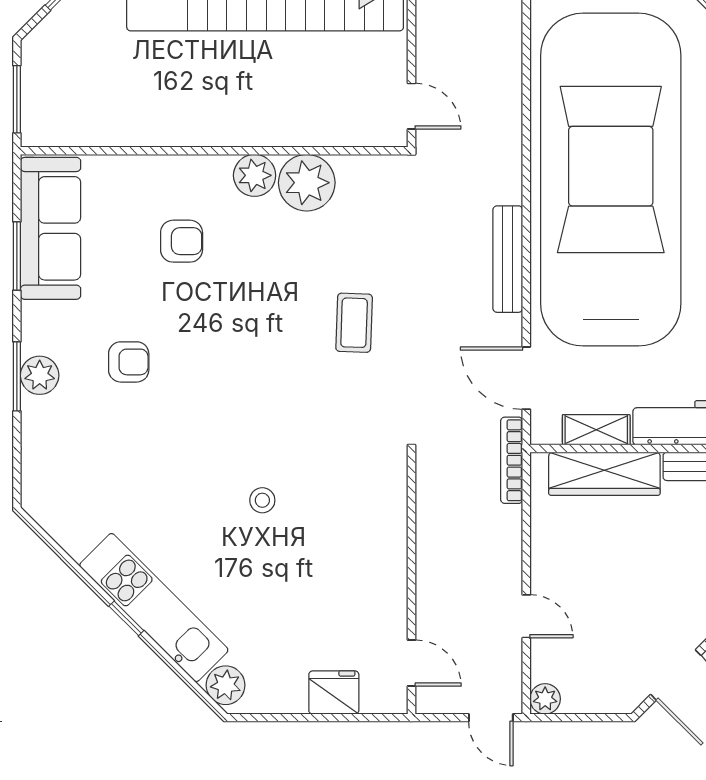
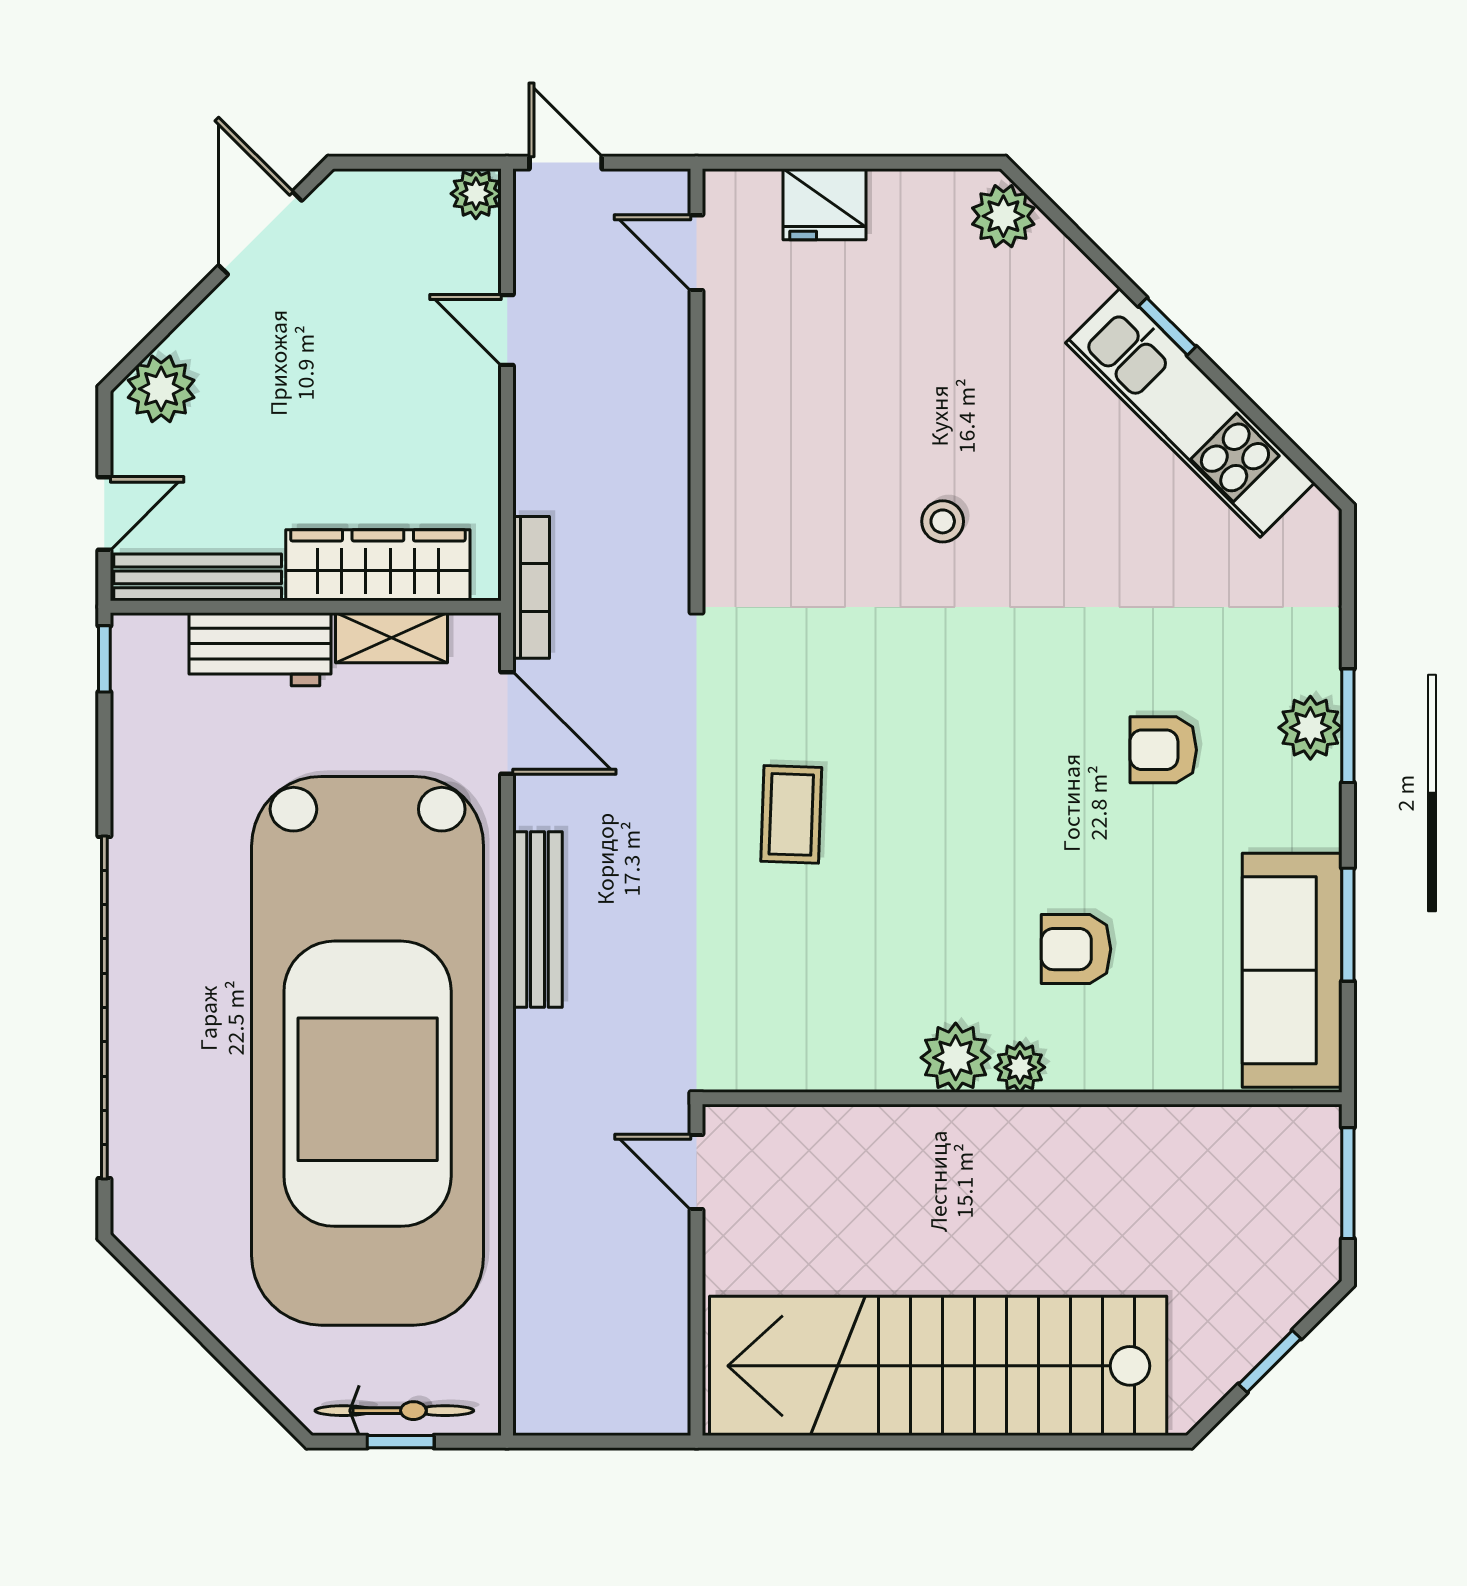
plant: (307, 183) -> (1020, 1067), moved, width x0.53, depth x0.53
kitchen unit: (154, 608) -> (1190, 413), moved

